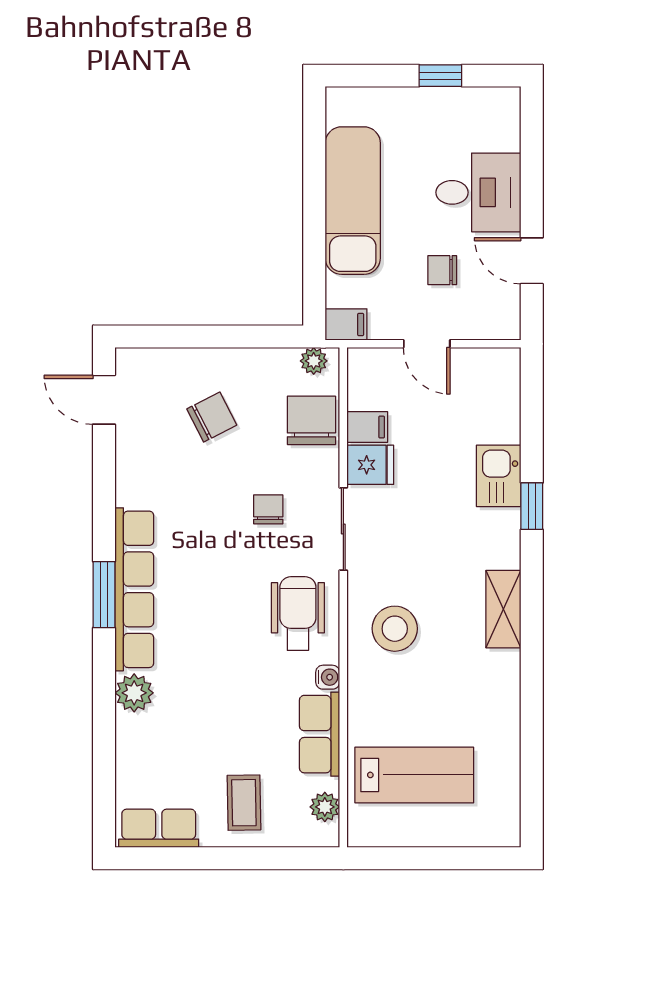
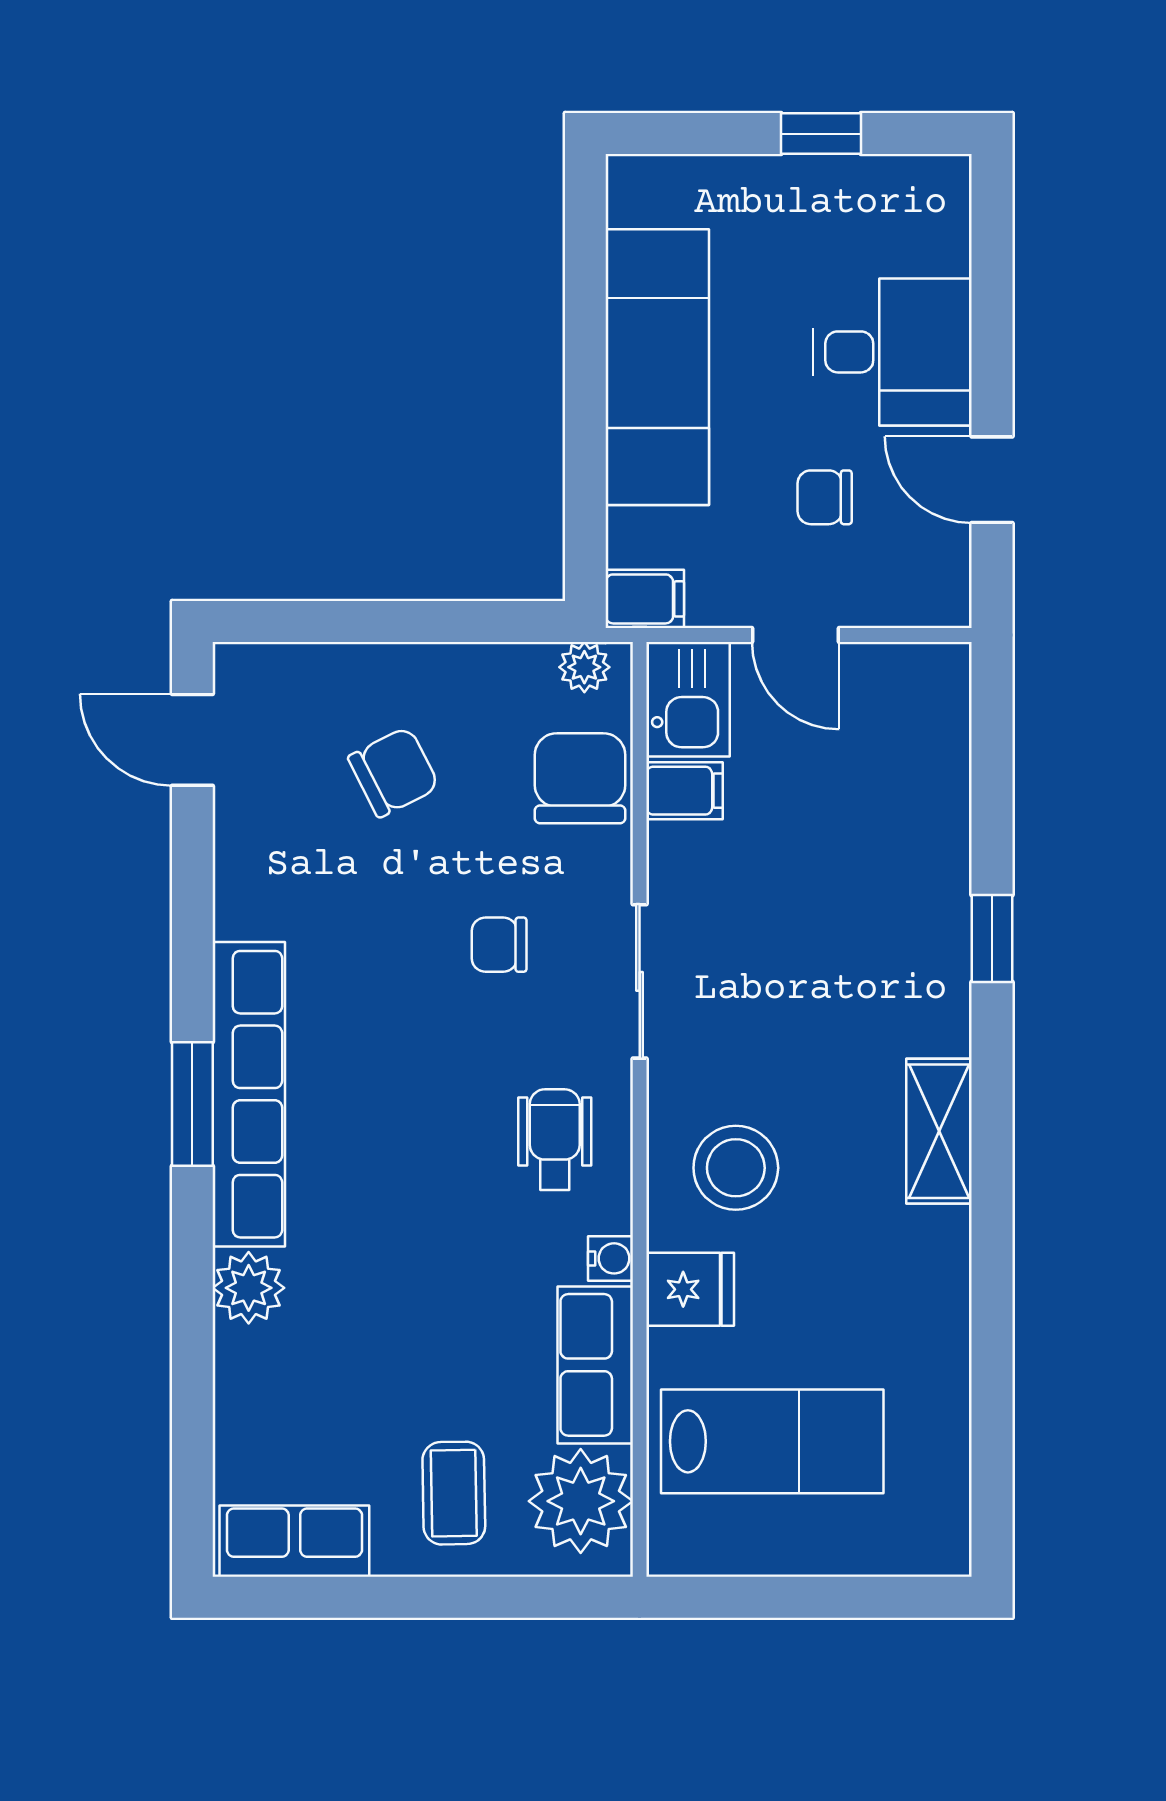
fridge: (370, 465) -> (690, 1289), moved
kitchen sink: (499, 476) -> (688, 699), moved, turned 180
chair: (268, 509) -> (499, 945), turned -90
wheelchair: (298, 614) -> (555, 1140), width x0.73, depth x0.73
plant: (325, 807) -> (581, 1501), width x1.88, depth x1.88

